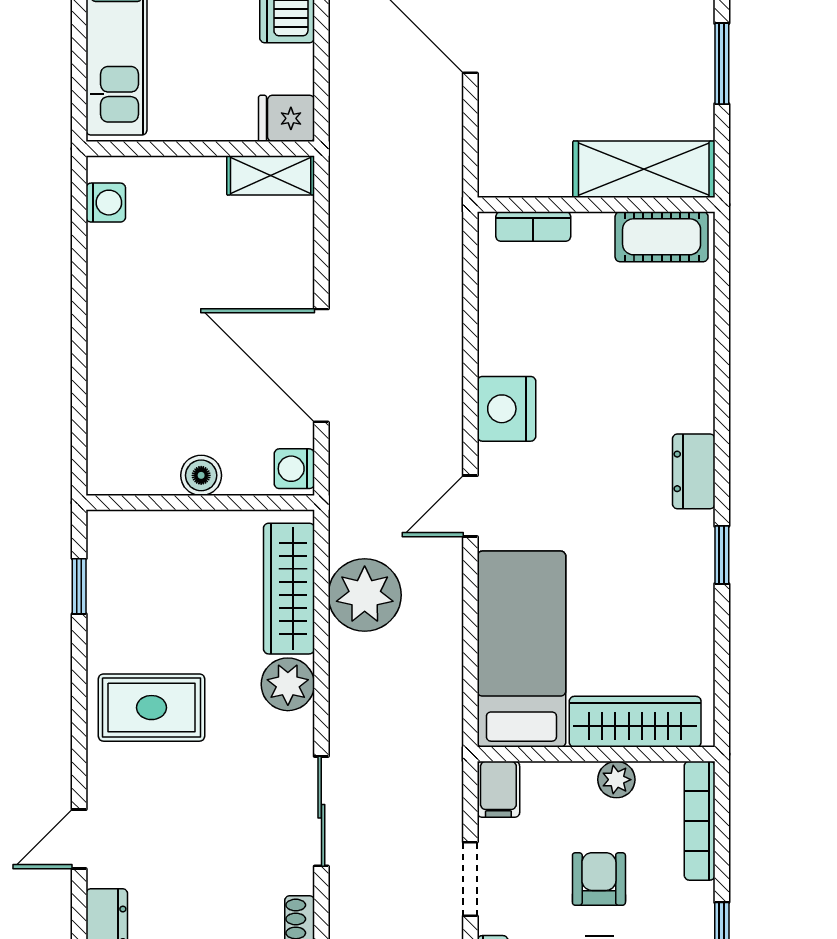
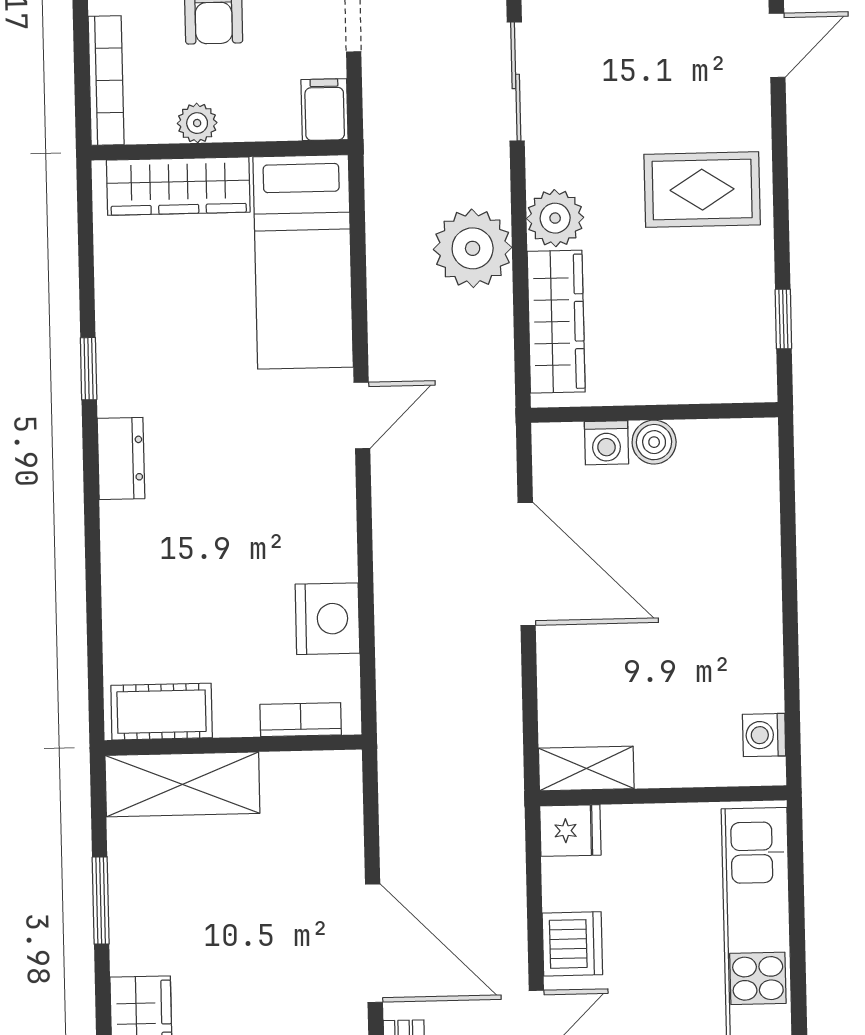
nightstand: (506, 409) -> (327, 619), moved
washing machine: (294, 469) -> (606, 443), moved, turned 90
plant: (365, 595) -> (473, 248), moved

